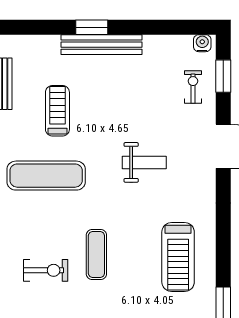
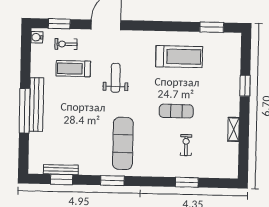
window: (92, 27) -> (25, 111), width x2.11
treadmill: (57, 111) -> (73, 69), moved
exercise bike: (46, 270) -> (186, 145), width x0.73, depth x0.72

